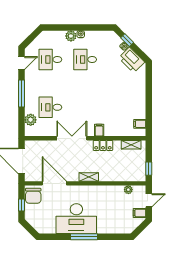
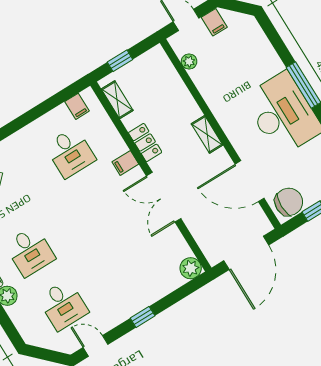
window: (22, 94) -> (143, 317), width x0.46
desk: (50, 107) -> (70, 153), moved
plant: (31, 120) -> (191, 268), moved
window: (149, 169) -> (120, 61), moved
door: (54, 183) -> (250, 181), hinge flipped

